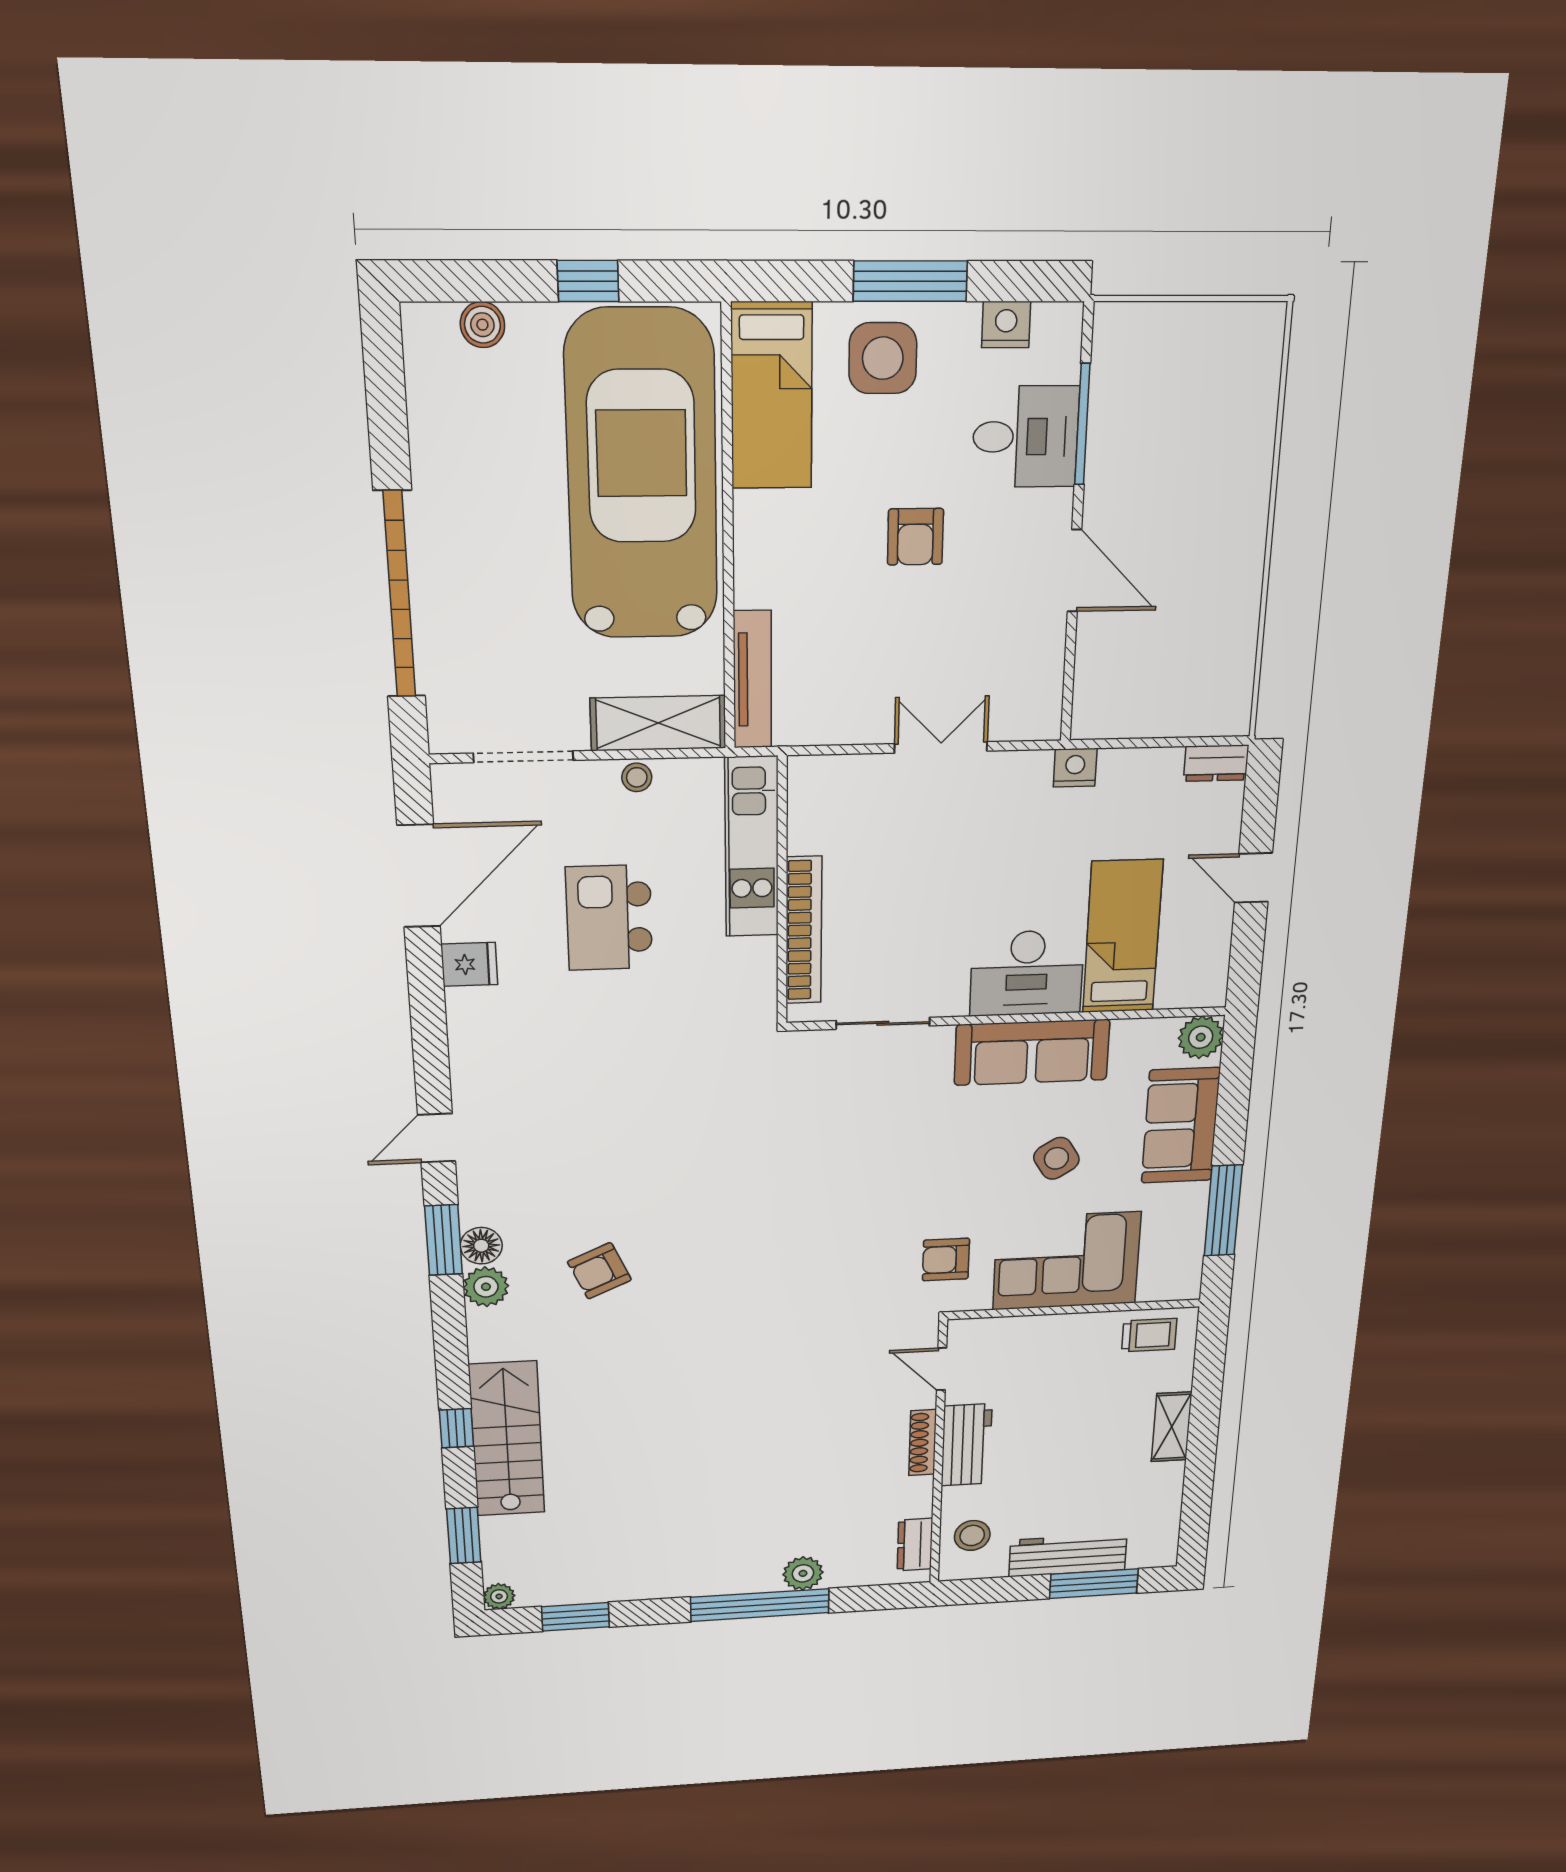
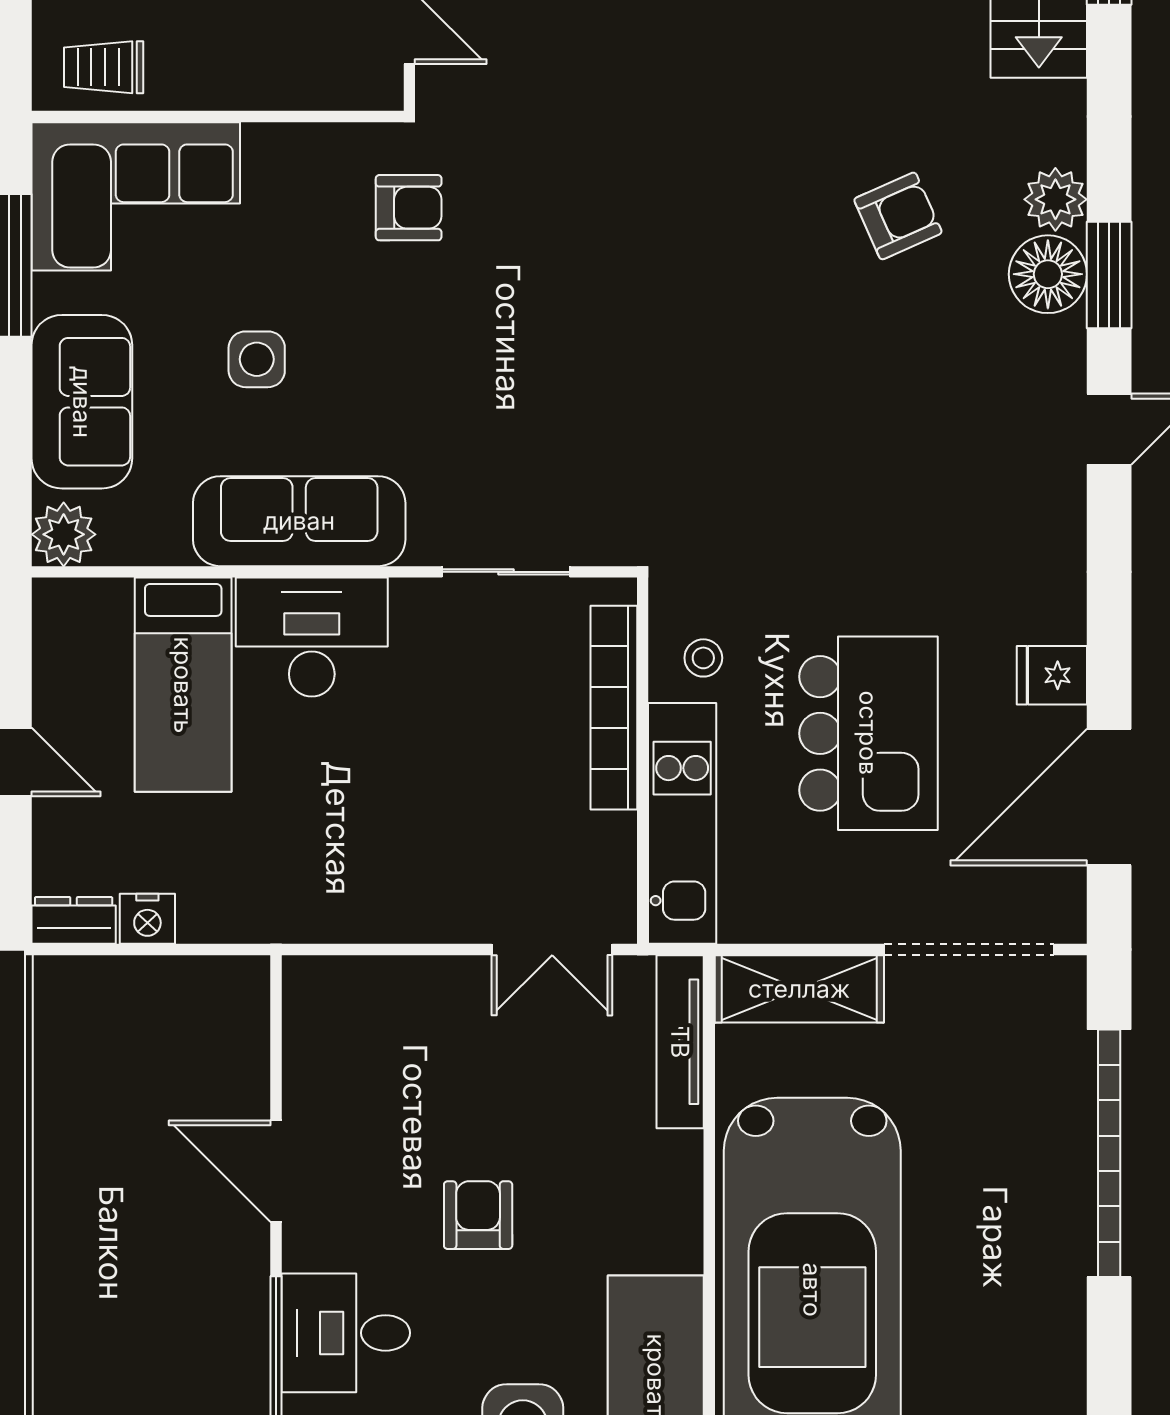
double door: (941, 747) -> (552, 950), moved
doorway: (523, 757) -> (969, 950), width x1.36
nightstand: (1075, 768) -> (147, 919), moved
stool: (637, 777) -> (703, 658), moved
kitchen island: (609, 918) -> (868, 733), width x1.37, depth x1.28
side table: (1056, 1158) -> (257, 359), turned 32
floor lamp: (481, 1246) -> (1048, 274), width x1.38, depth x1.38
corner sofa: (1067, 1261) -> (136, 196), moved

